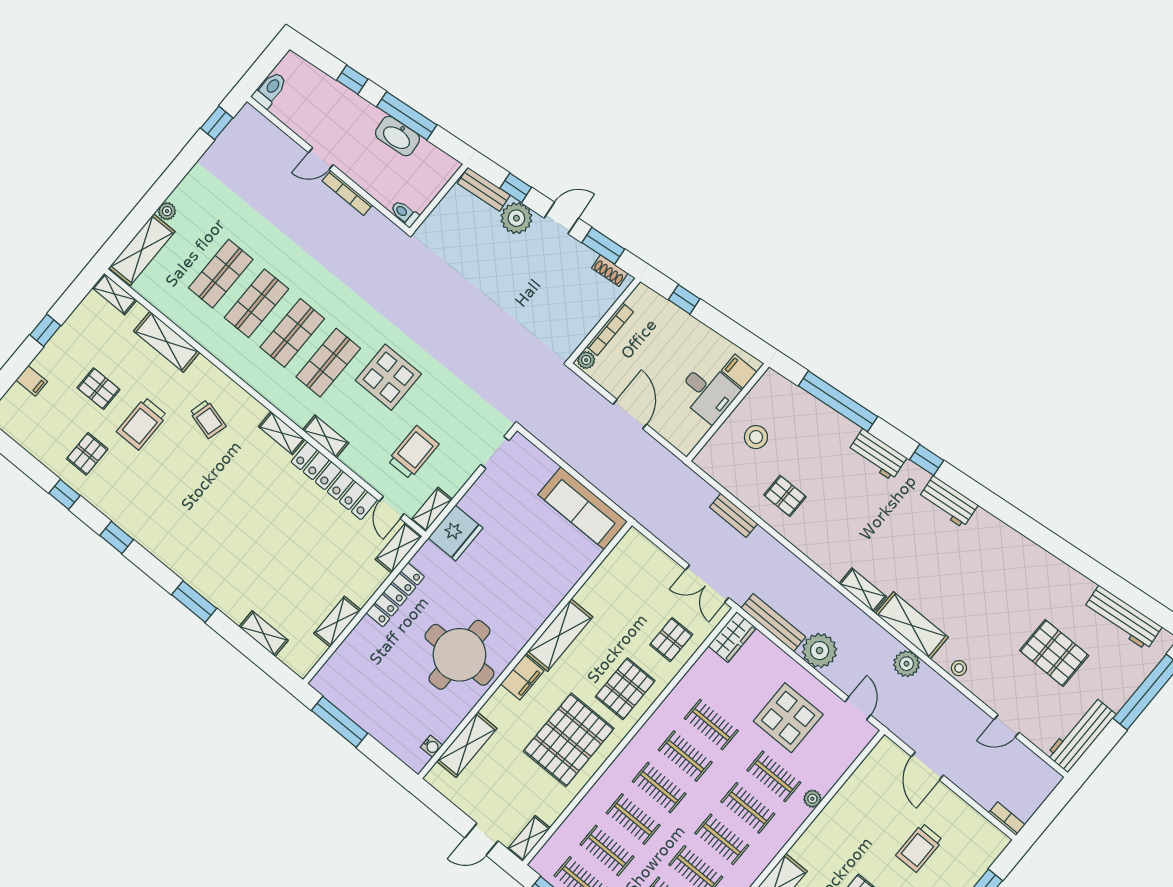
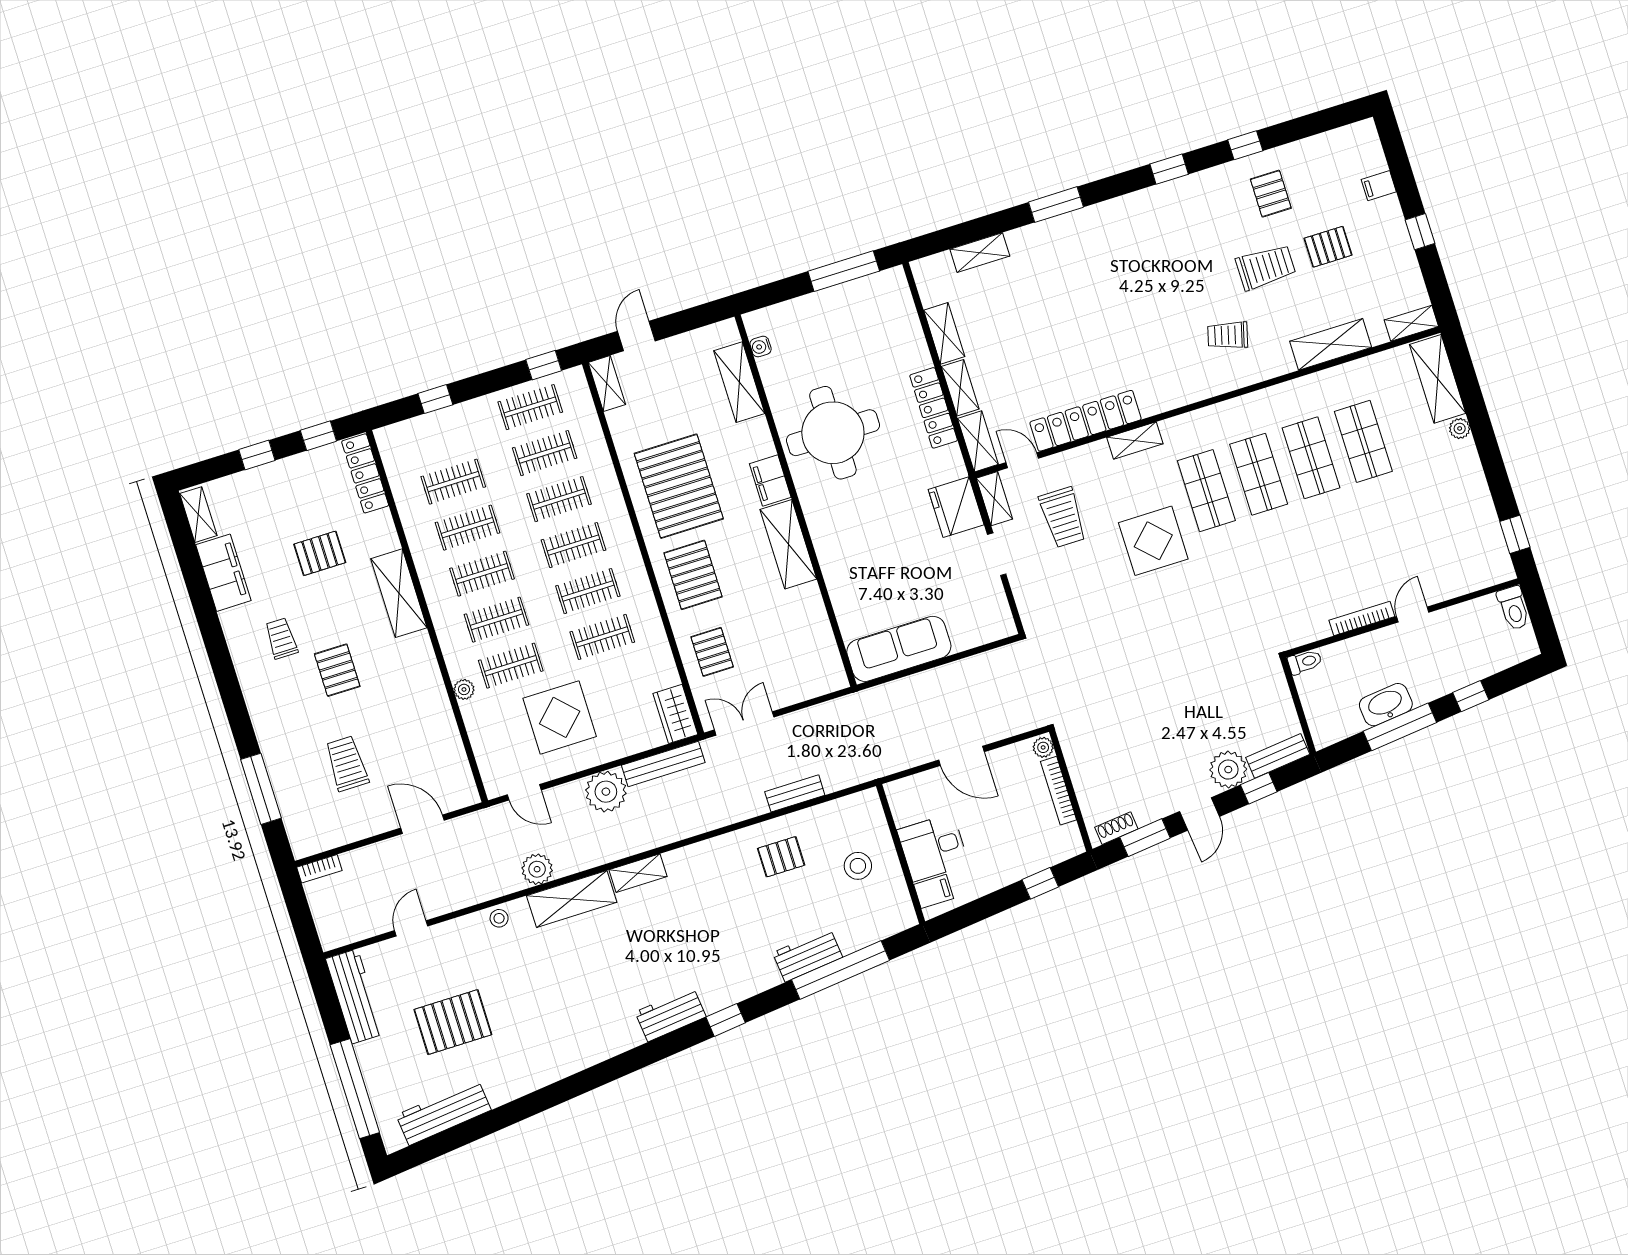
trolley: (142, 424) -> (1266, 267), turned 90
shelving: (282, 433) -> (960, 388), moved, turned 90
doorway: (495, 453) -> (997, 554), moved
workbench: (877, 455) -> (808, 955), moved

